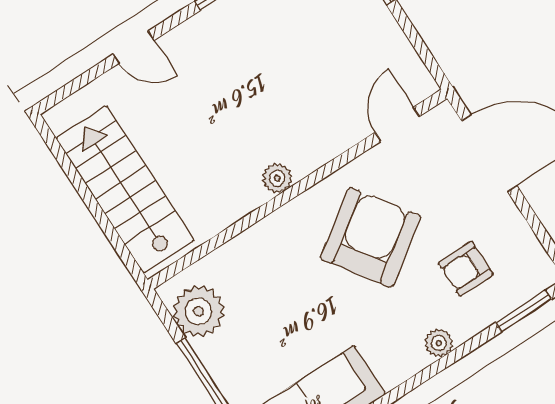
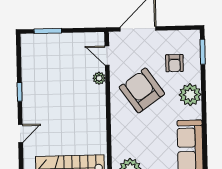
plant: (277, 178) -> (99, 78), moved
plant: (439, 343) -> (190, 95), width x1.87, depth x1.87

